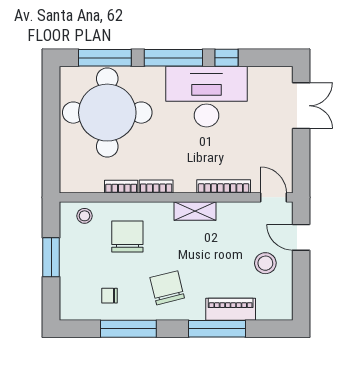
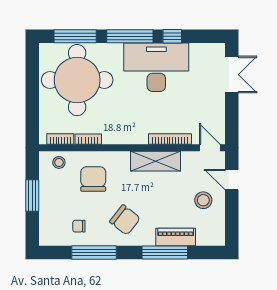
bookcase: (156, 187) -> (60, 139), moved
shelving: (195, 211) -> (155, 161), width x1.50, depth x1.33
chair: (167, 288) -> (125, 220), turned 142

